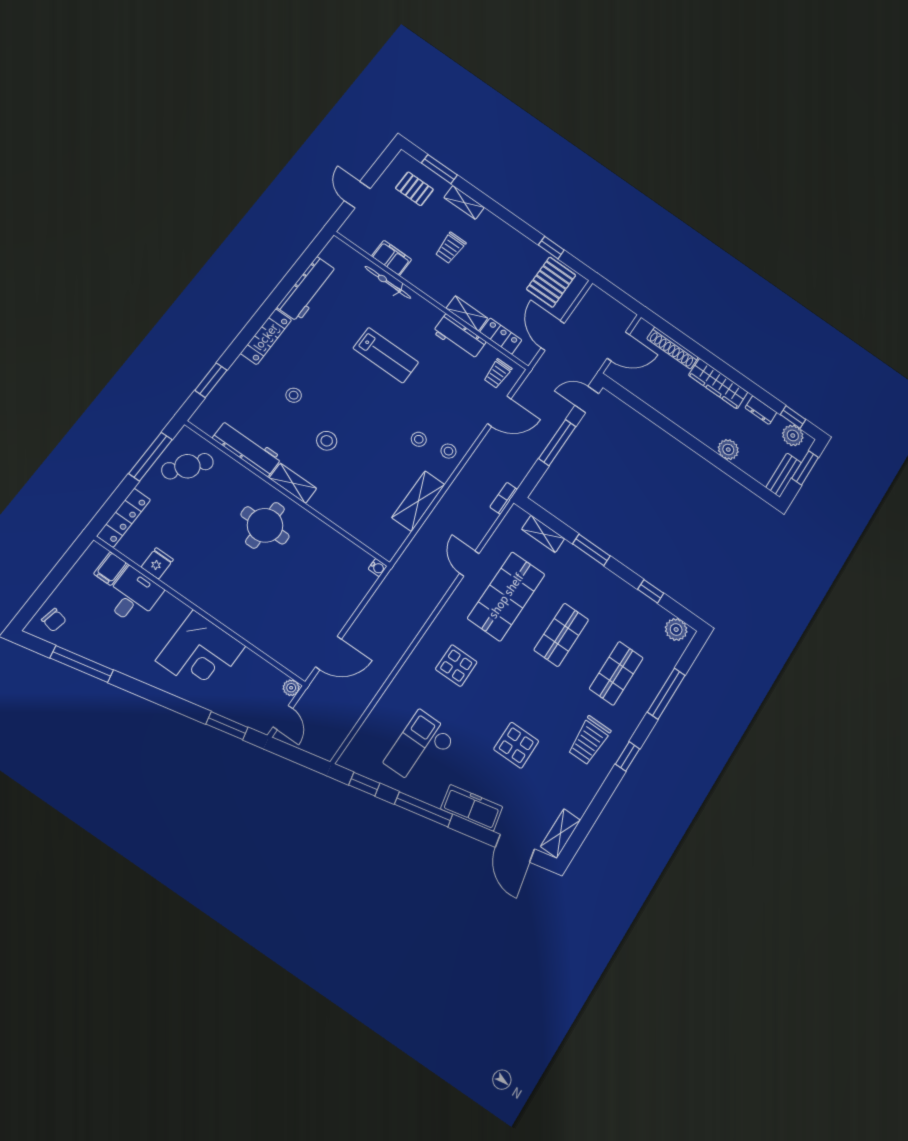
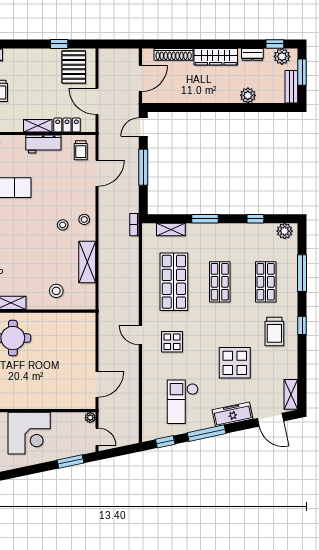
stool: (327, 441) -> (56, 291), moved
door: (469, 563) -> (140, 335), moved
water cooler: (378, 568) -> (91, 317), removed
display table: (516, 745) -> (235, 363), width x1.36, depth x1.36

